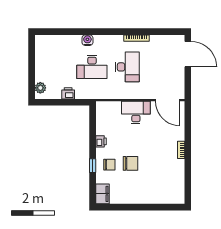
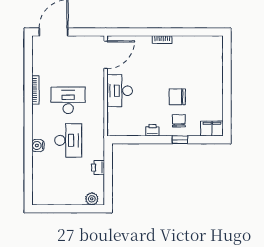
chair: (130, 163) -> (177, 97), turned -90

